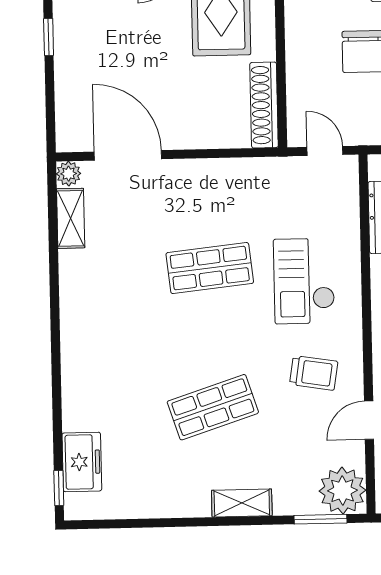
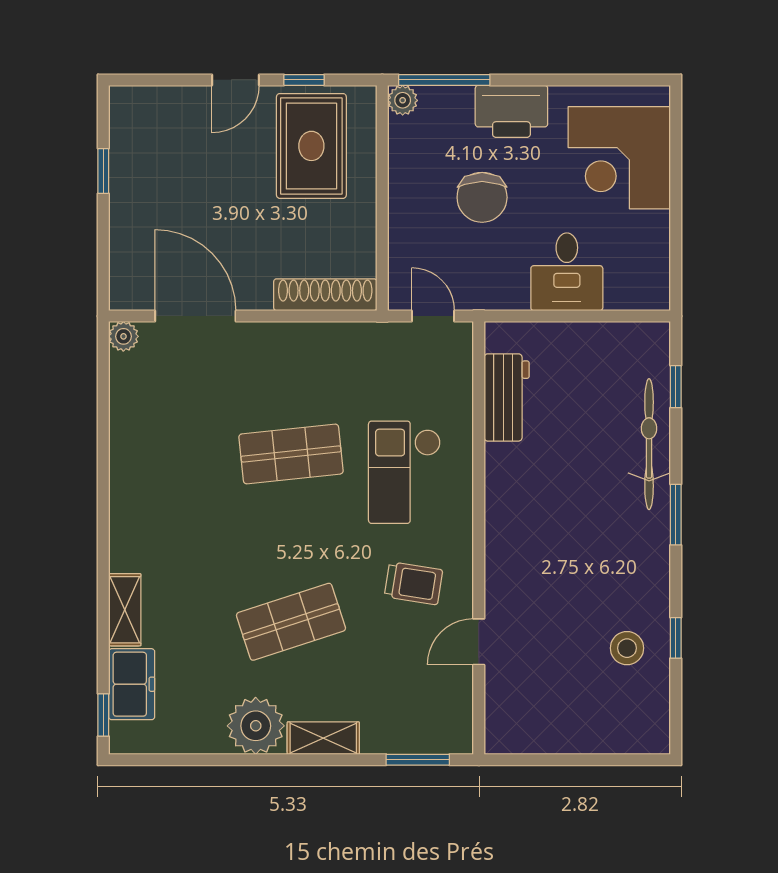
shoe rack: (264, 105) -> (325, 295), moved, turned 90
shelving: (71, 218) -> (125, 610), moved
plant: (342, 491) -> (256, 726), moved

